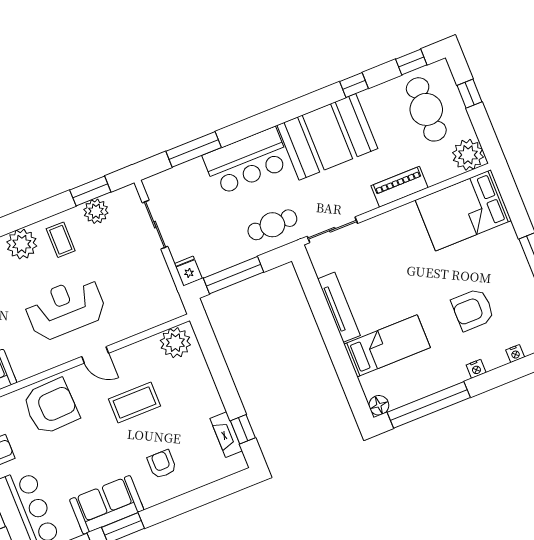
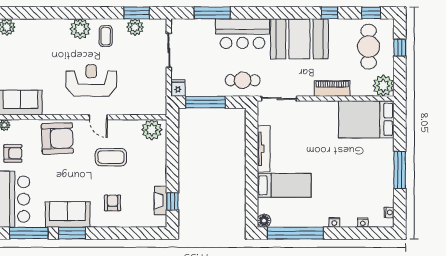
armchair: (473, 310) -> (347, 184), removed

